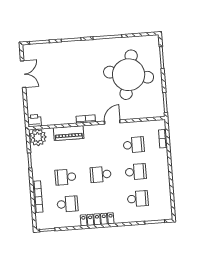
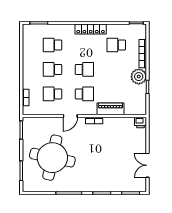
plant: (38, 137) -> (139, 77), moved
school desk: (65, 177) -> (84, 94), moved

